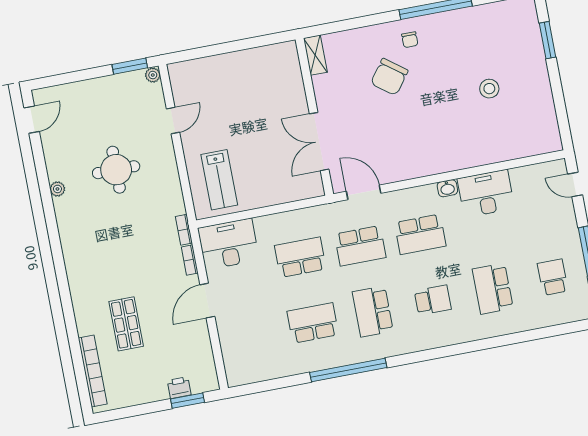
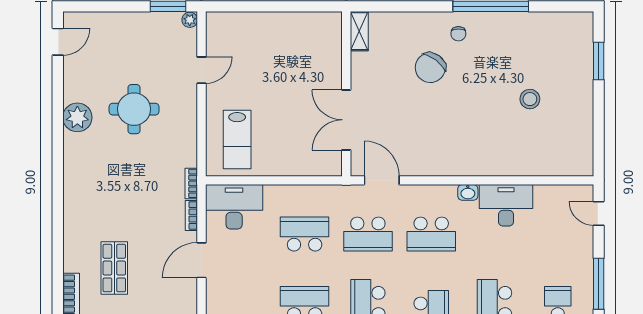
plant: (57, 189) -> (77, 117), width x1.88, depth x1.88

